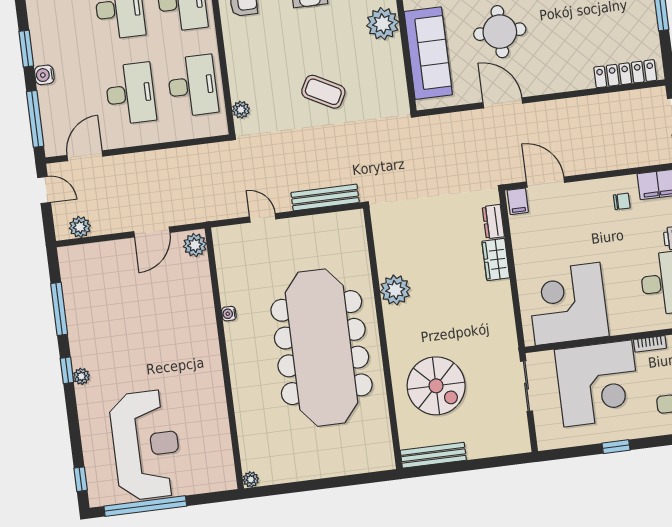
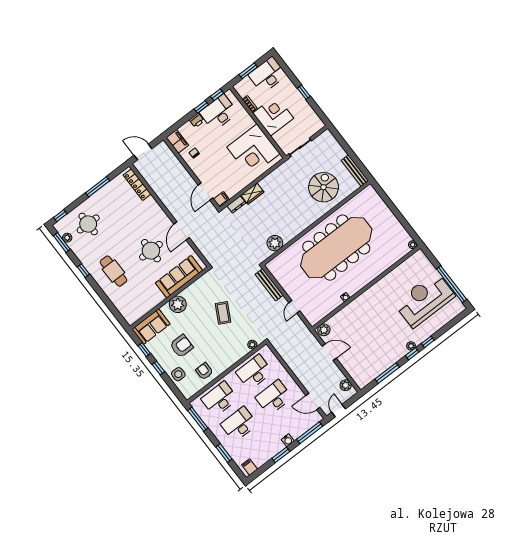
plant: (395, 290) -> (275, 243), moved
corner desk: (598, 383) -> (273, 116), width x0.74, depth x0.74
window: (81, 479) -> (428, 342), moved

